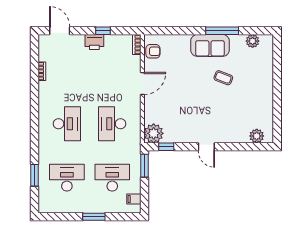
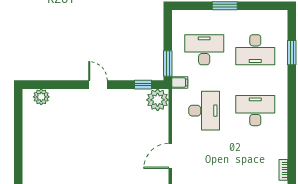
coffee table: (223, 78) -> (79, 163), removed
desk: (67, 124) -> (255, 111), turned 90
desk: (112, 178) -> (204, 50), turned 180
filing cabinet: (134, 199) -> (180, 82), moved

